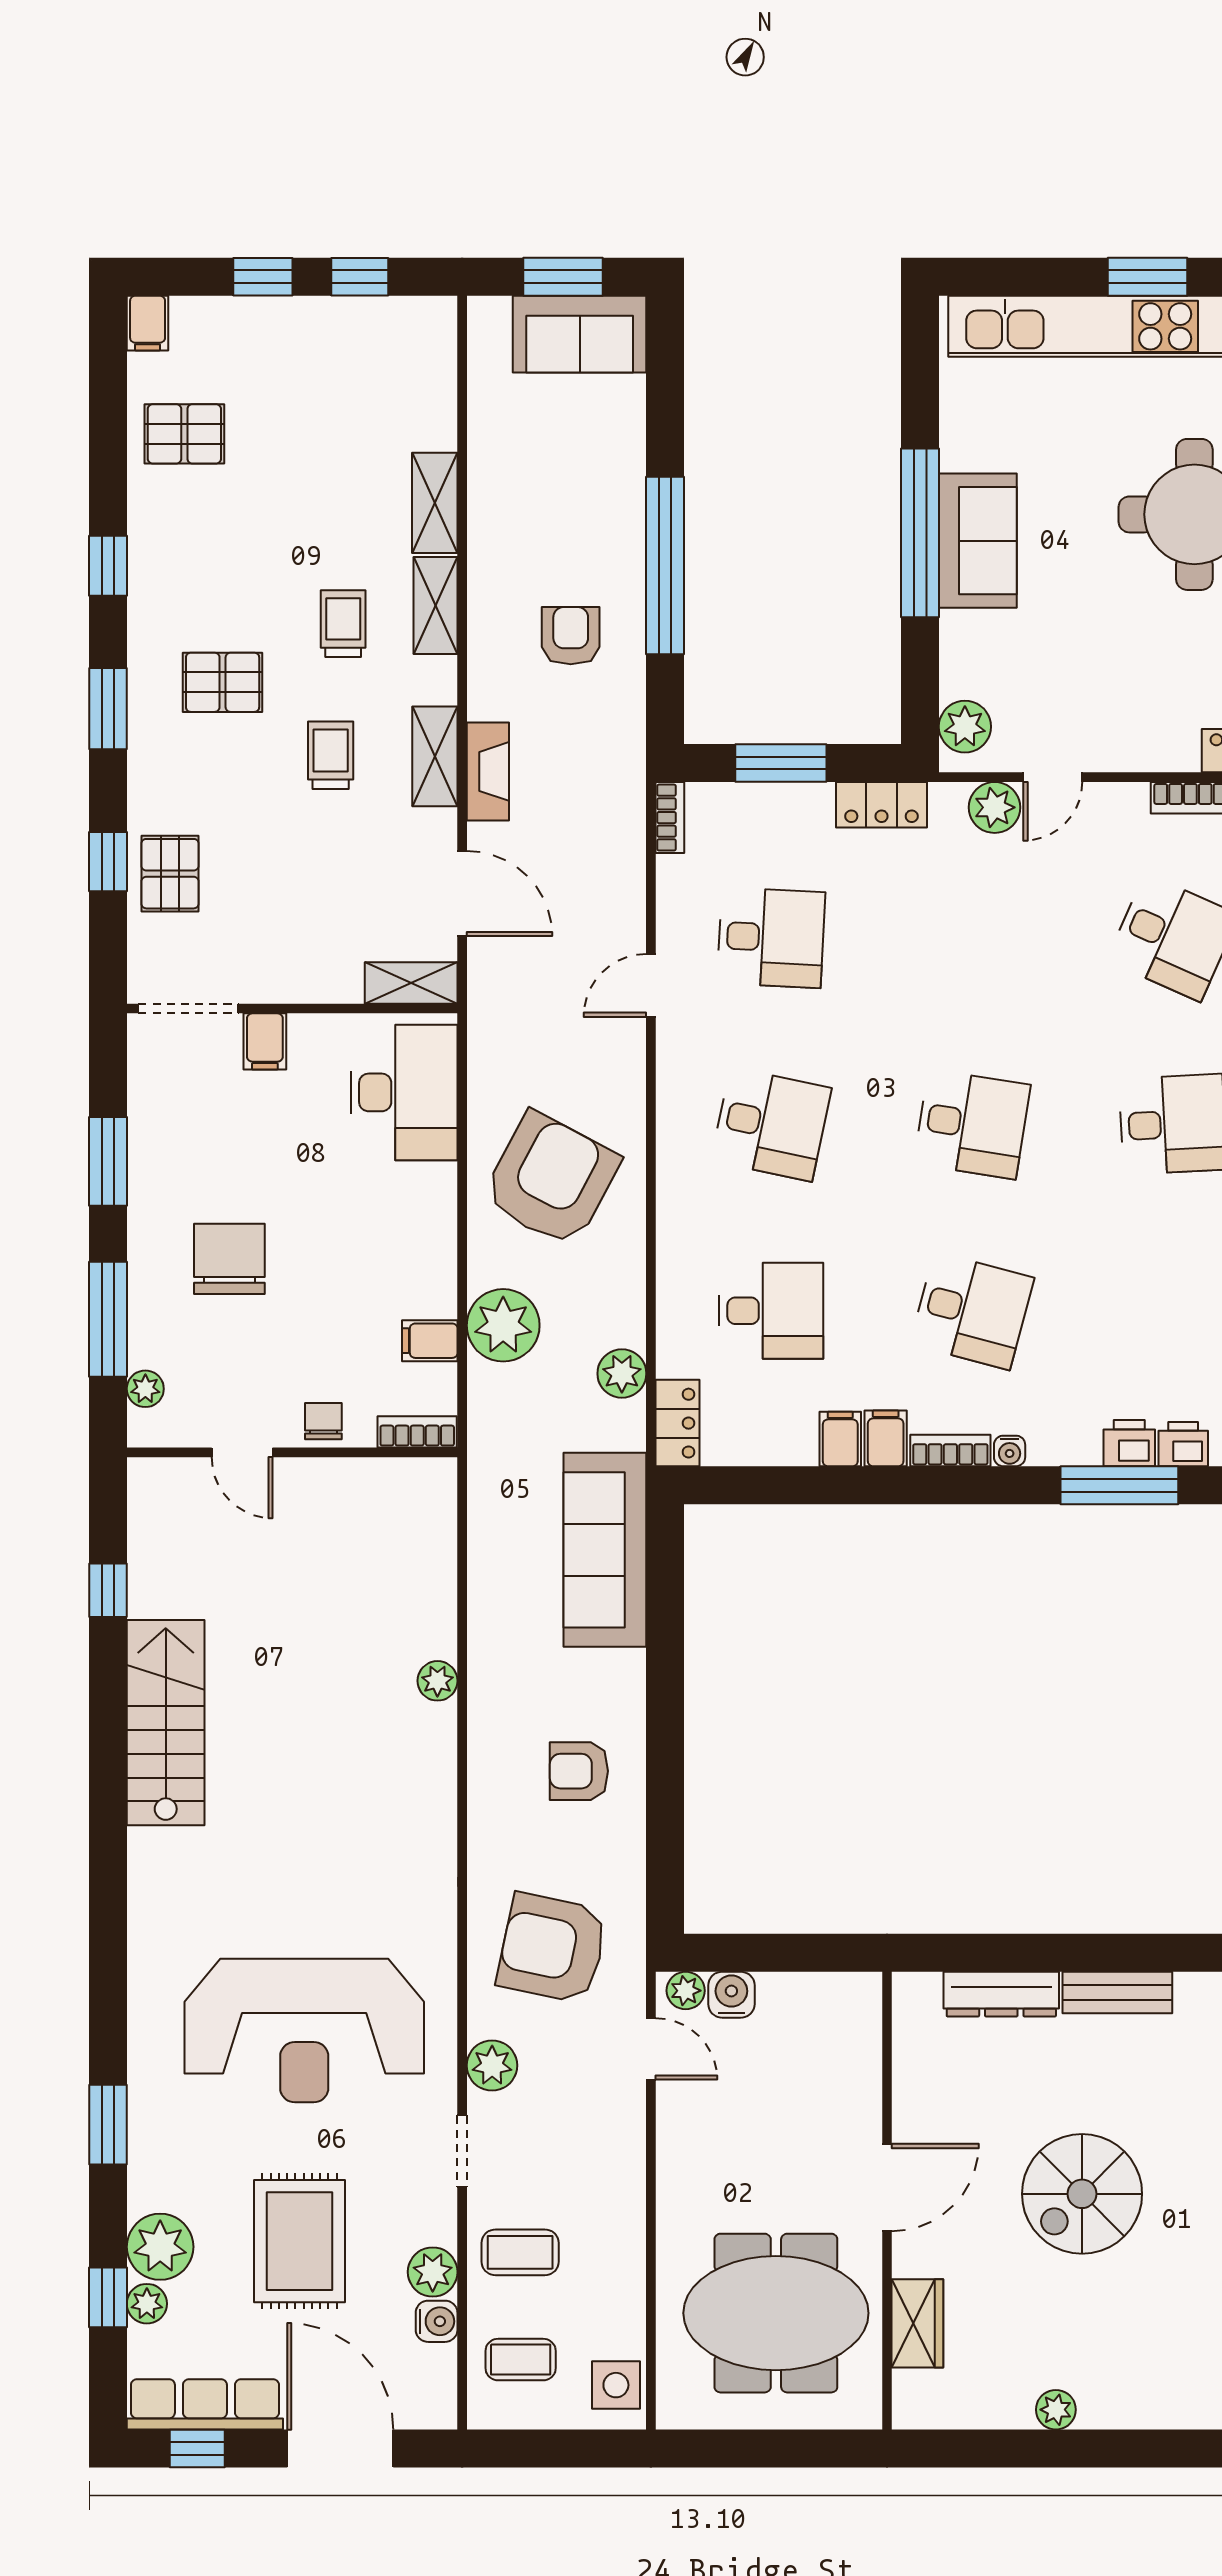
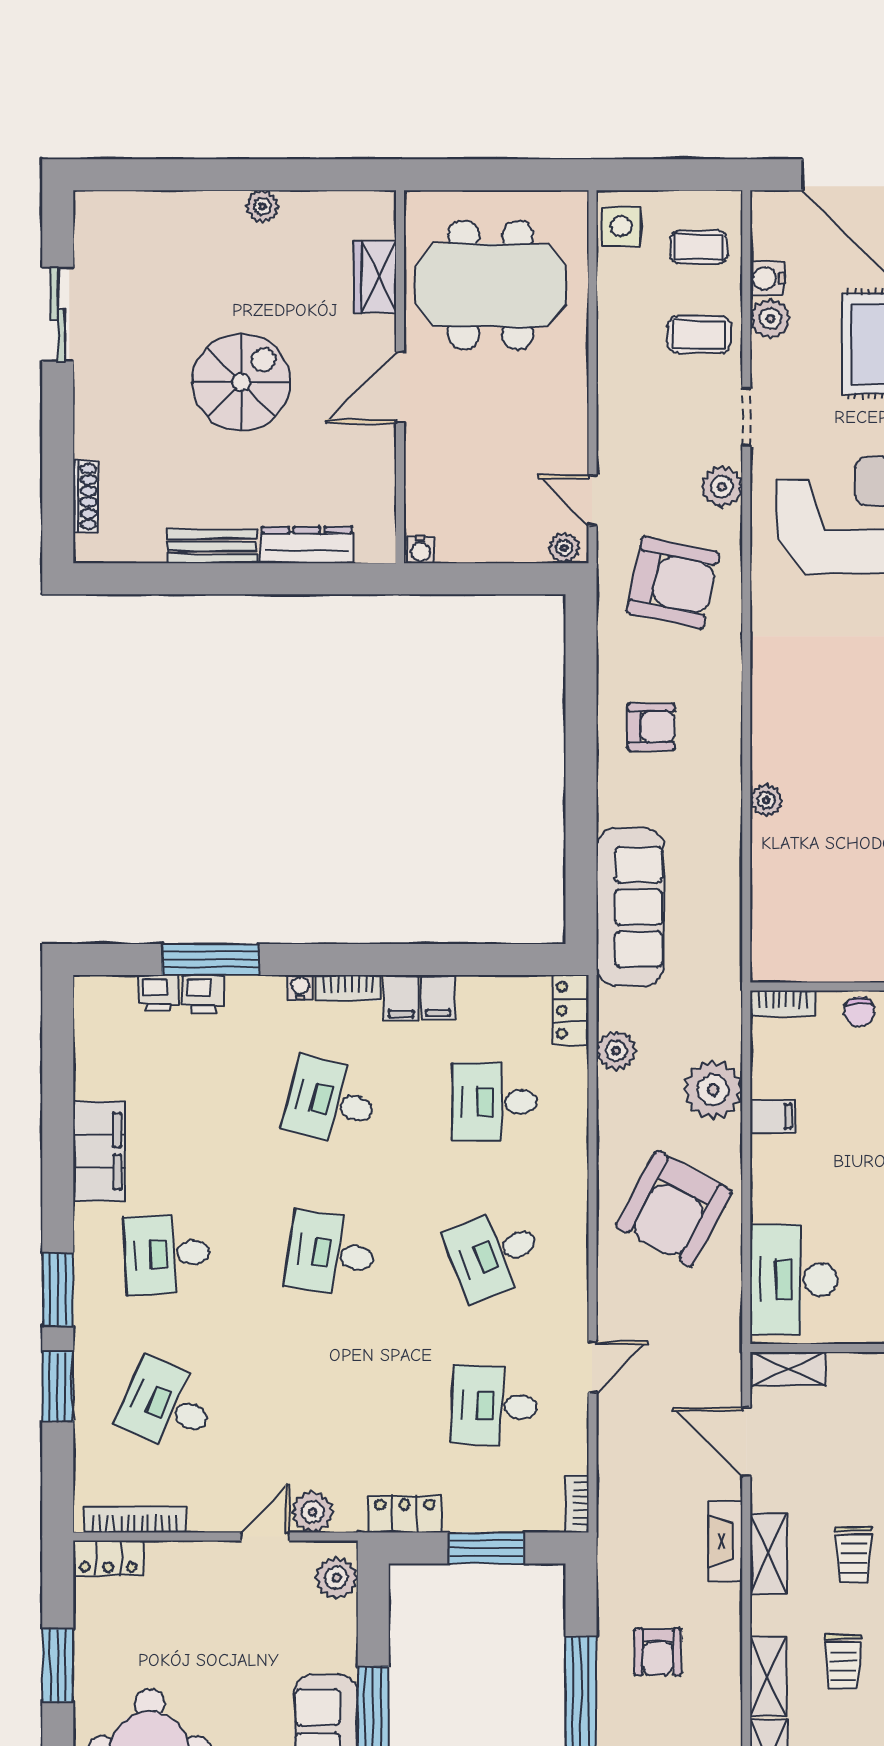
desk: (771, 1124) -> (495, 1254), turned -33
filing cabinet: (430, 1341) -> (773, 1116), moved
water cooler: (731, 1995) -> (421, 550), moved, width x0.72, depth x0.72

